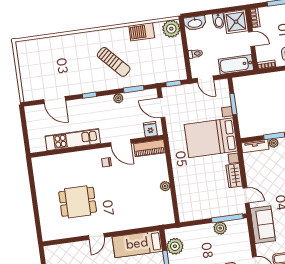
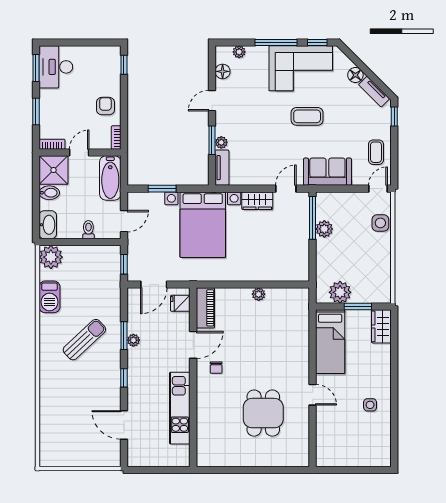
window: (134, 89) -> (124, 336), moved
door: (55, 100) -> (124, 425), swing flipped

